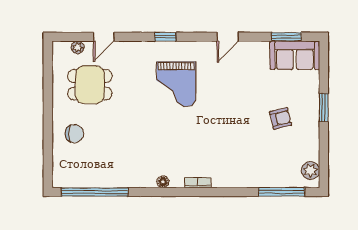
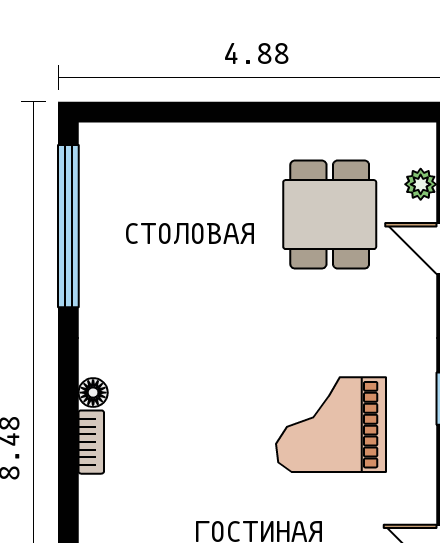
chair: (74, 134) -> (211, 177), removed
bookcase: (198, 183) -> (91, 442), moved

